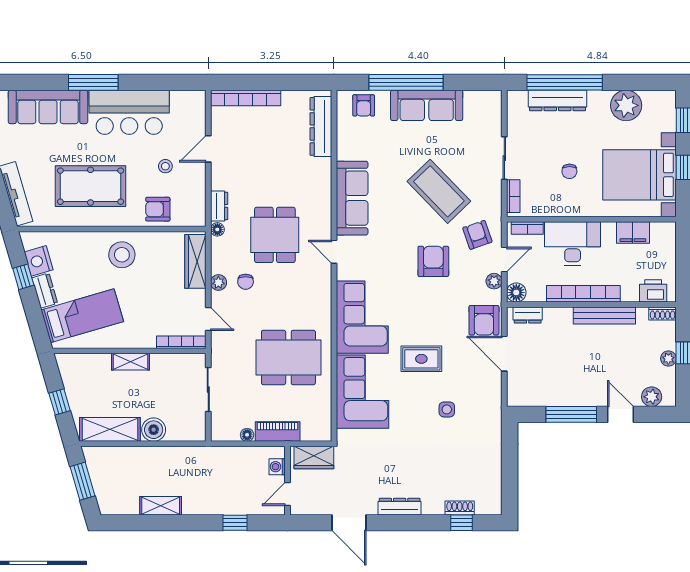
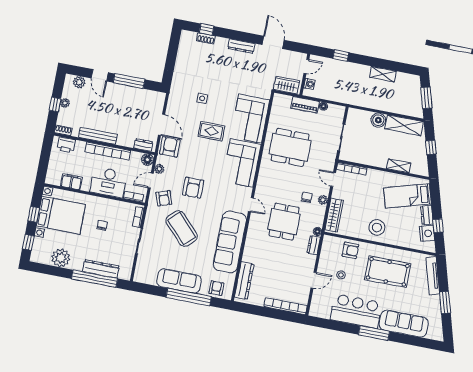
sofa: (352, 198) -> (230, 242), width x1.36, depth x1.27
shelving: (131, 362) -> (399, 166), moved

